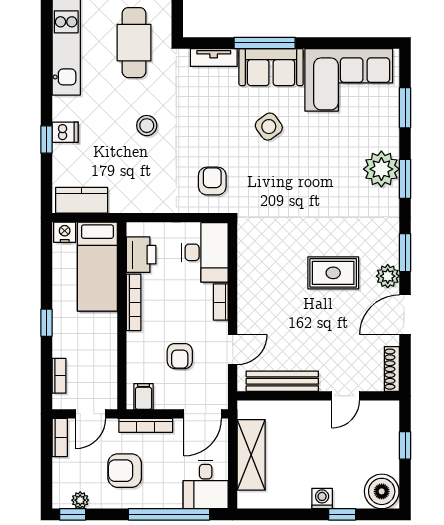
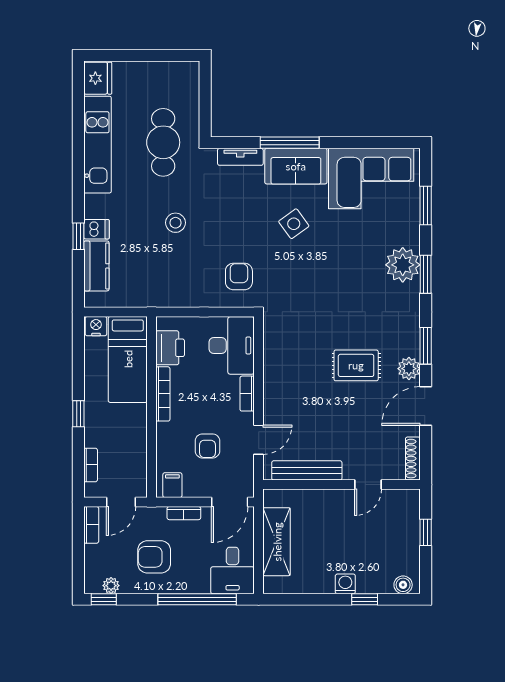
kitchen counter: (82, 200) -> (96, 266), moved, turned 90
bookcase: (146, 425) -> (184, 513), width x0.64
boiler: (382, 491) -> (403, 585), width x0.54, depth x0.54

